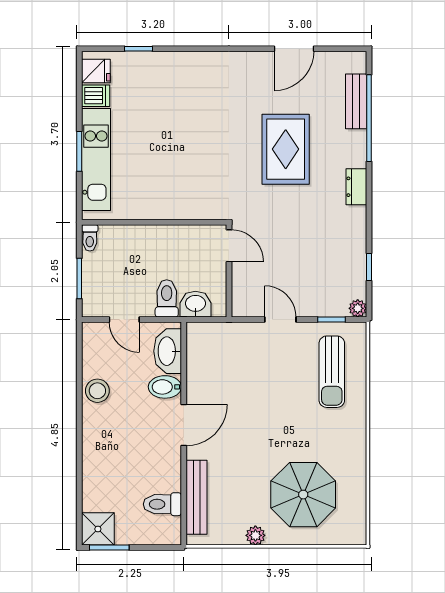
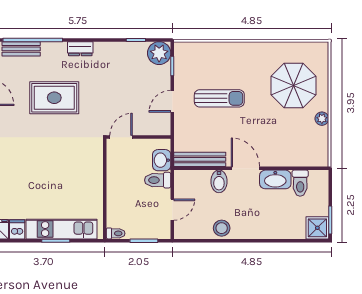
plant: (358, 308) -> (159, 53), width x1.87, depth x1.87
washbasin: (168, 351) -> (275, 179), moved
sun lounger: (332, 372) -> (219, 98), moved
bench: (197, 497) -> (200, 159), moved

